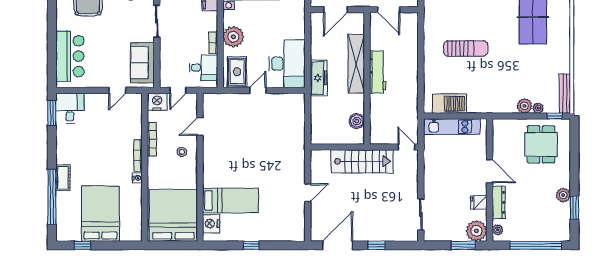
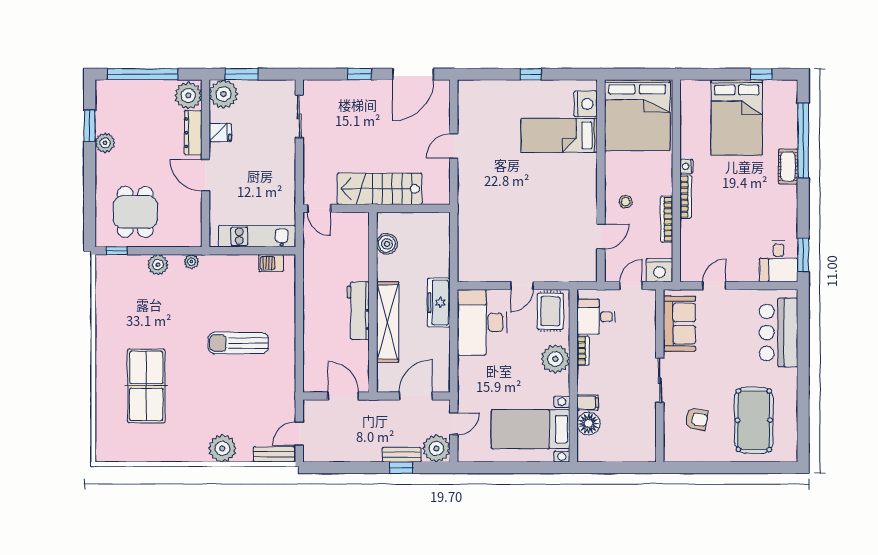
bench: (565, 94) -> (103, 281), removed
barbecue: (449, 104) -> (271, 263), width x0.53, depth x0.65
plant: (538, 108) -> (191, 262), moved
plant: (498, 230) -> (188, 95), width x1.87, depth x1.87

